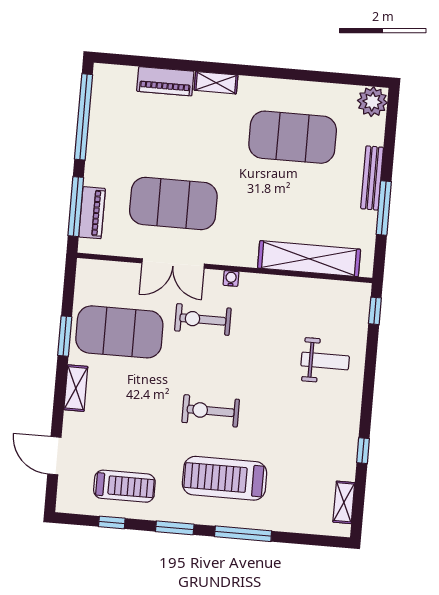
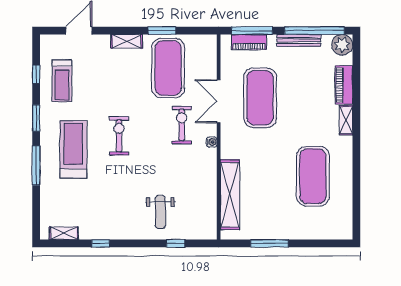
plant: (372, 102) -> (342, 45), moved
bench: (372, 178) -> (299, 40), moved
window: (375, 311) -> (176, 243), moved

